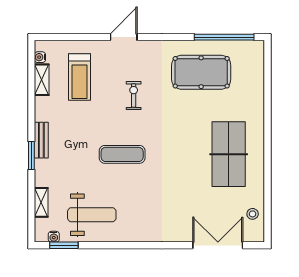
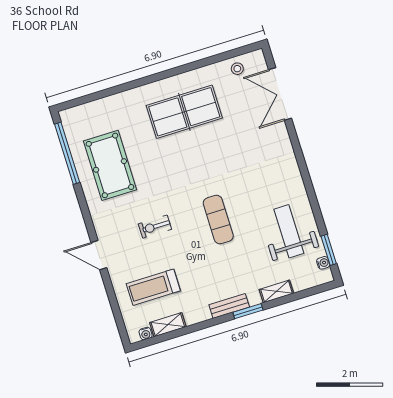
treadmill: (79, 77) -> (153, 287), turned 180
shelving: (41, 202) -> (276, 291), moved

